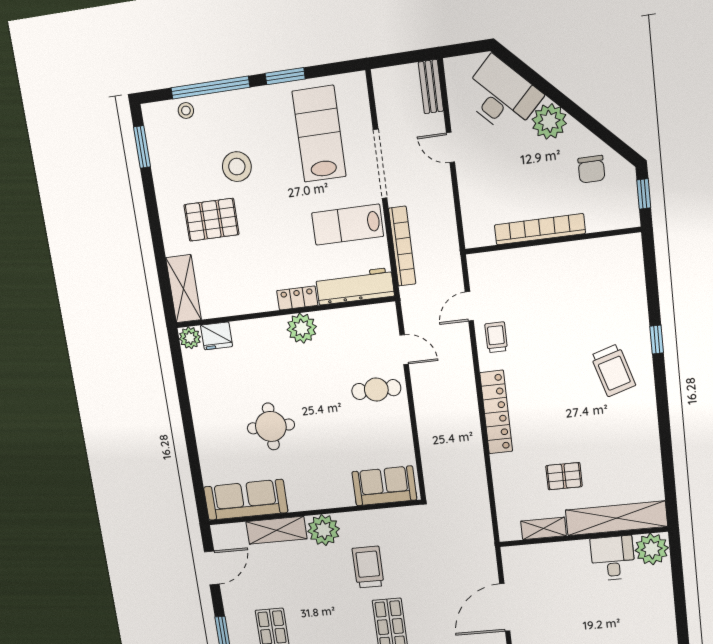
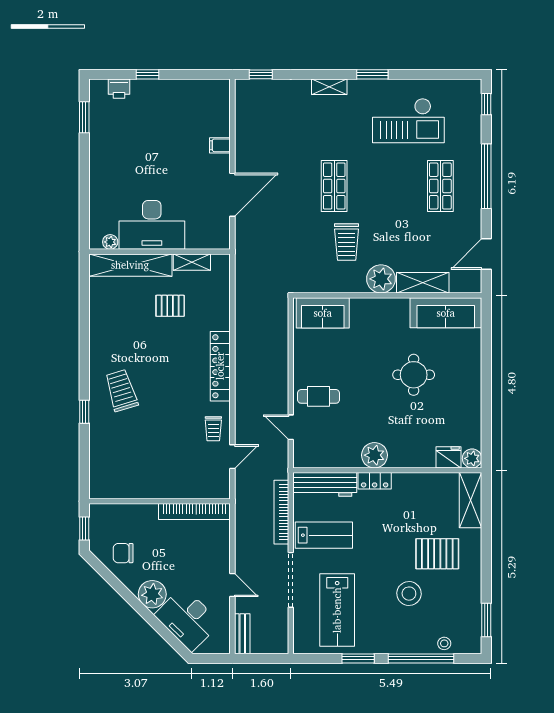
chair: (591, 169) -> (123, 553), turned -90
bookcase: (540, 229) -> (194, 512), moved
plant: (652, 549) -> (110, 242), width x0.53, depth x0.53
desk: (613, 558) -> (152, 225), width x1.87, depth x1.30

